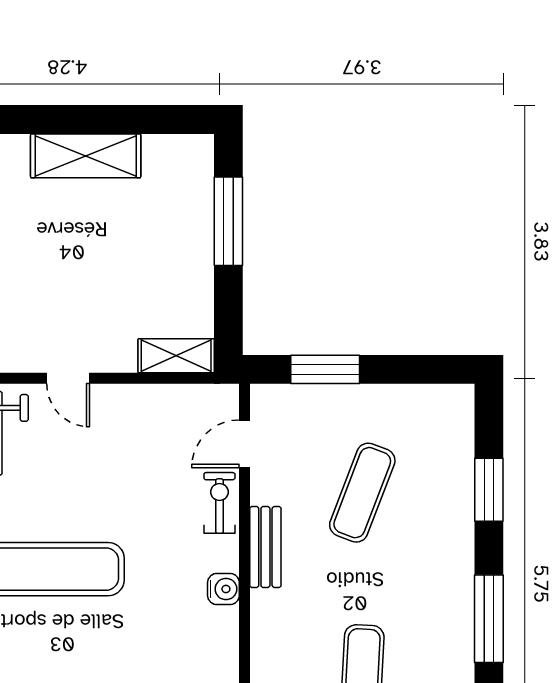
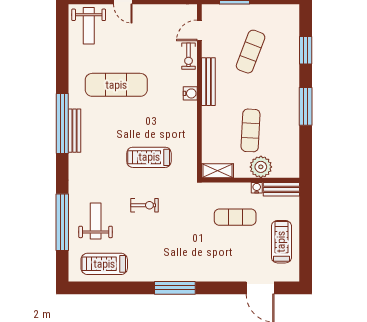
exercise bike: (219, 503) -> (189, 56), turned 180
bench: (265, 547) -> (208, 82), width x1.36

